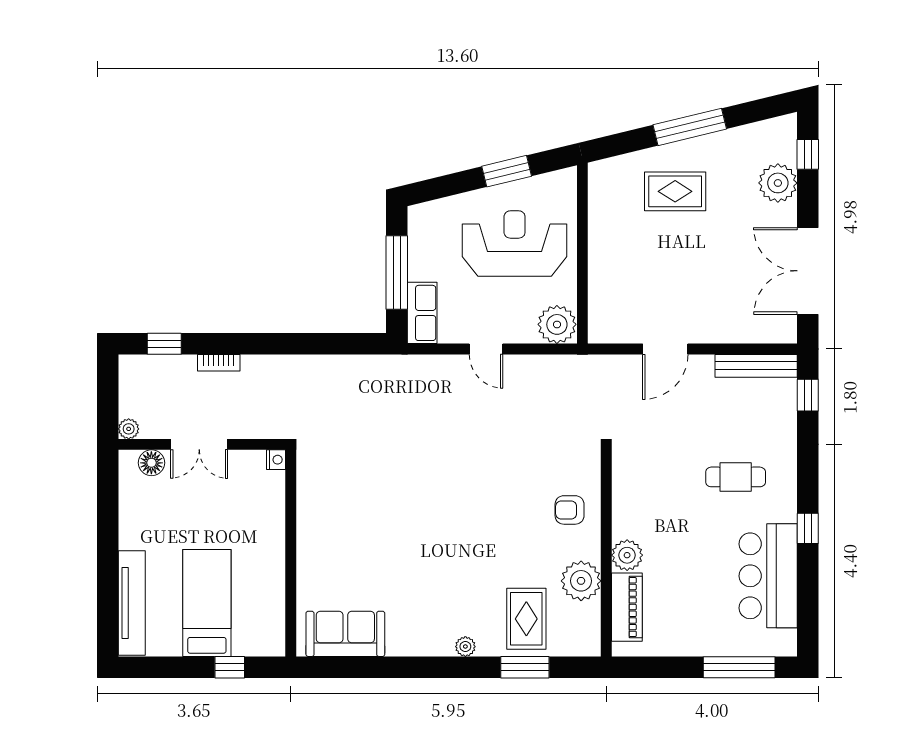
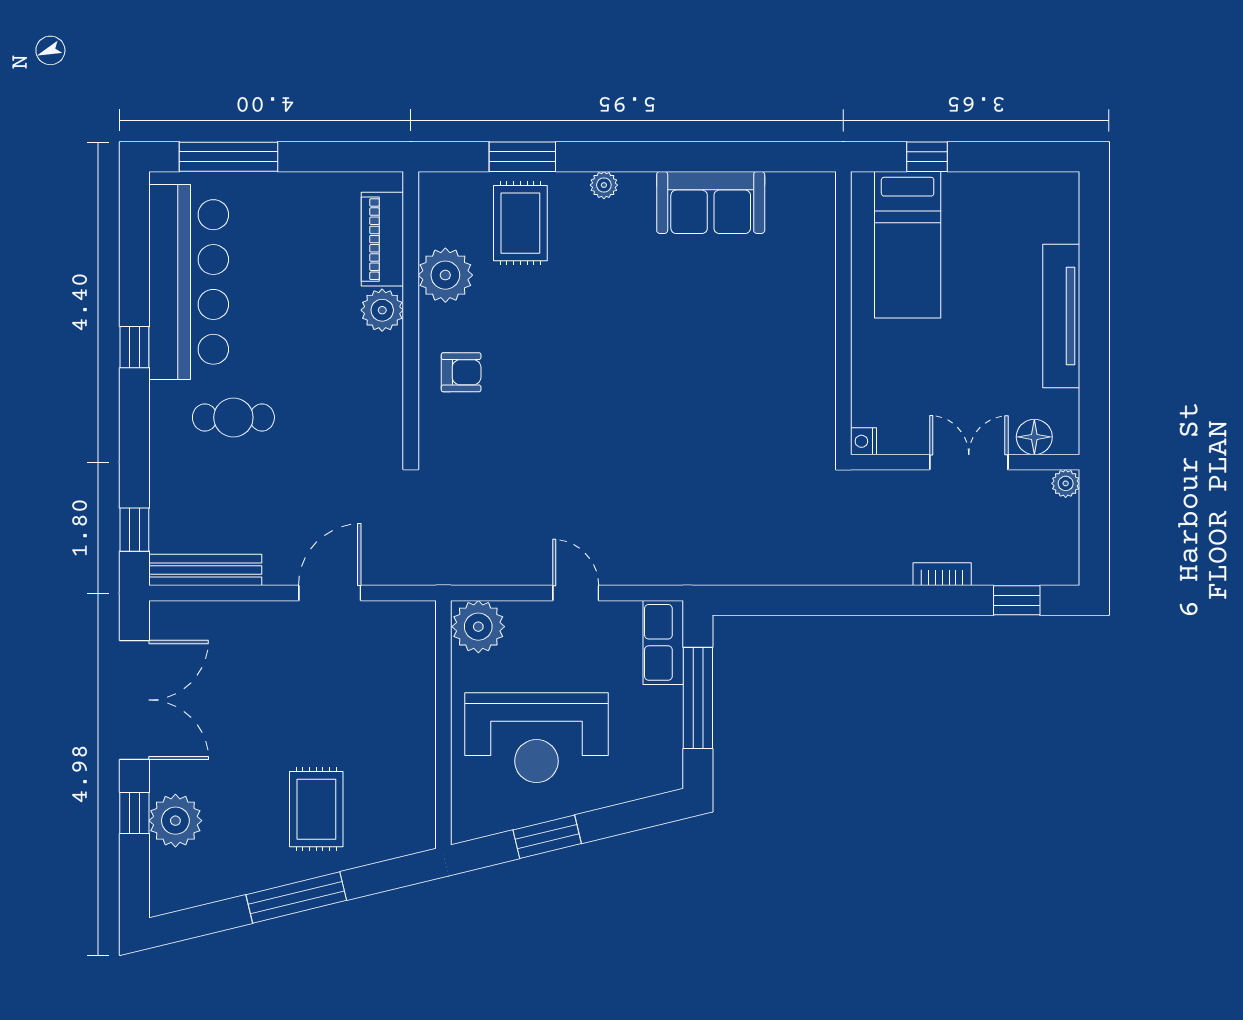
window: (808, 154) -> (134, 813), moved
rug: (675, 191) -> (316, 809), turned 90
bar counter: (768, 576) -> (189, 282), width x1.36
tv unit: (132, 603) -> (1061, 316), moved
bed: (207, 603) -> (908, 245), moved
sofa: (345, 634) -> (711, 202), moved

